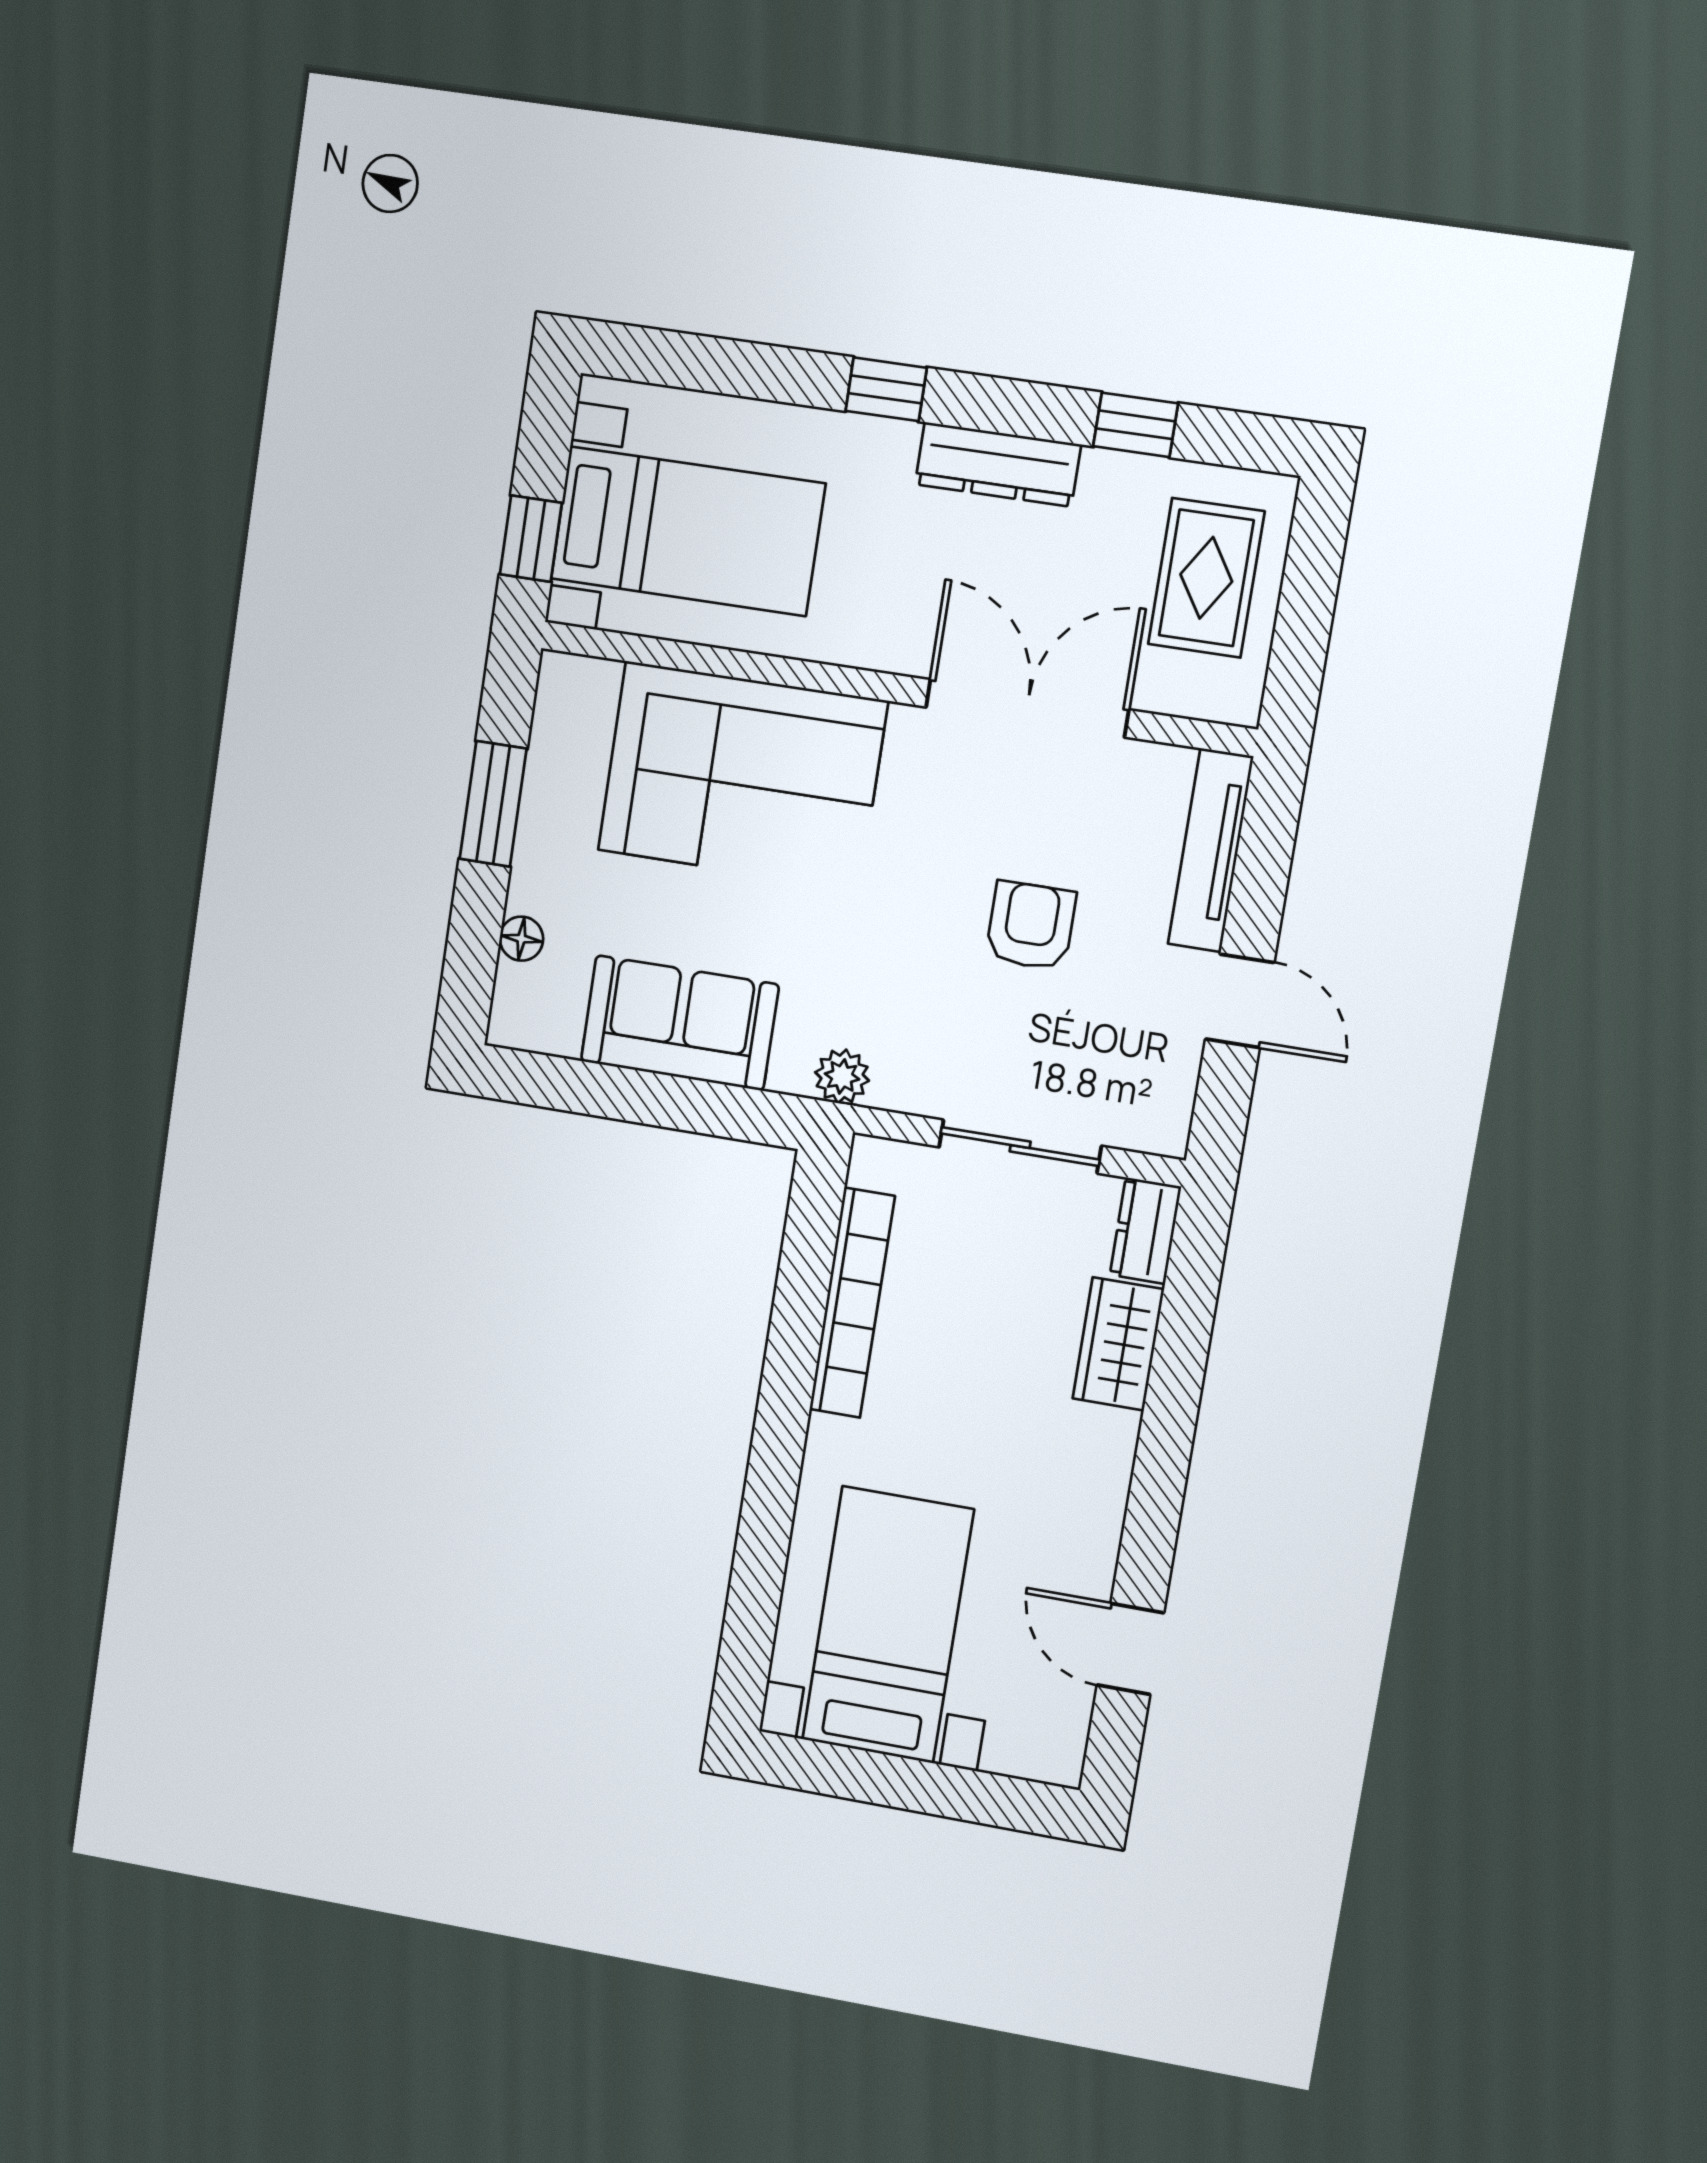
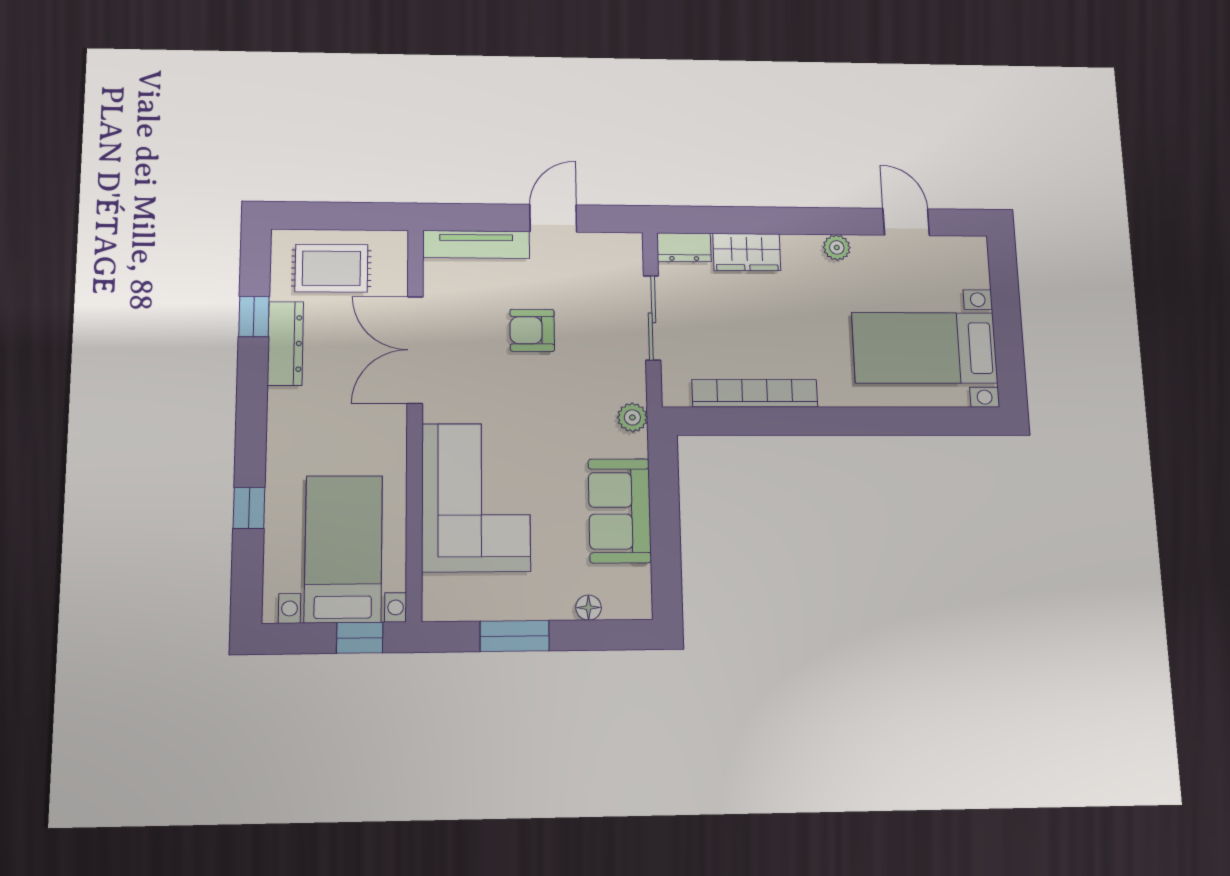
window: (886, 389) -> (249, 508), moved
dresser: (998, 464) -> (285, 343), moved
plant: (1101, 1510) -> (837, 247), added
door: (1130, 1649) -> (906, 222), swing flipped

